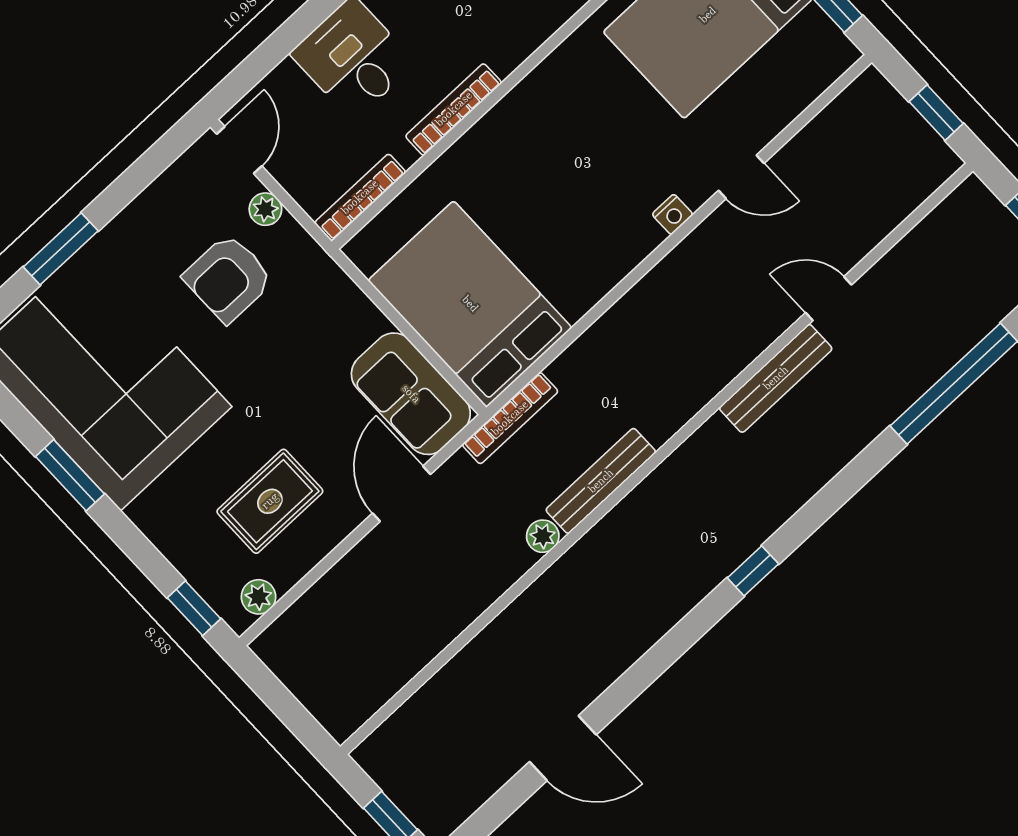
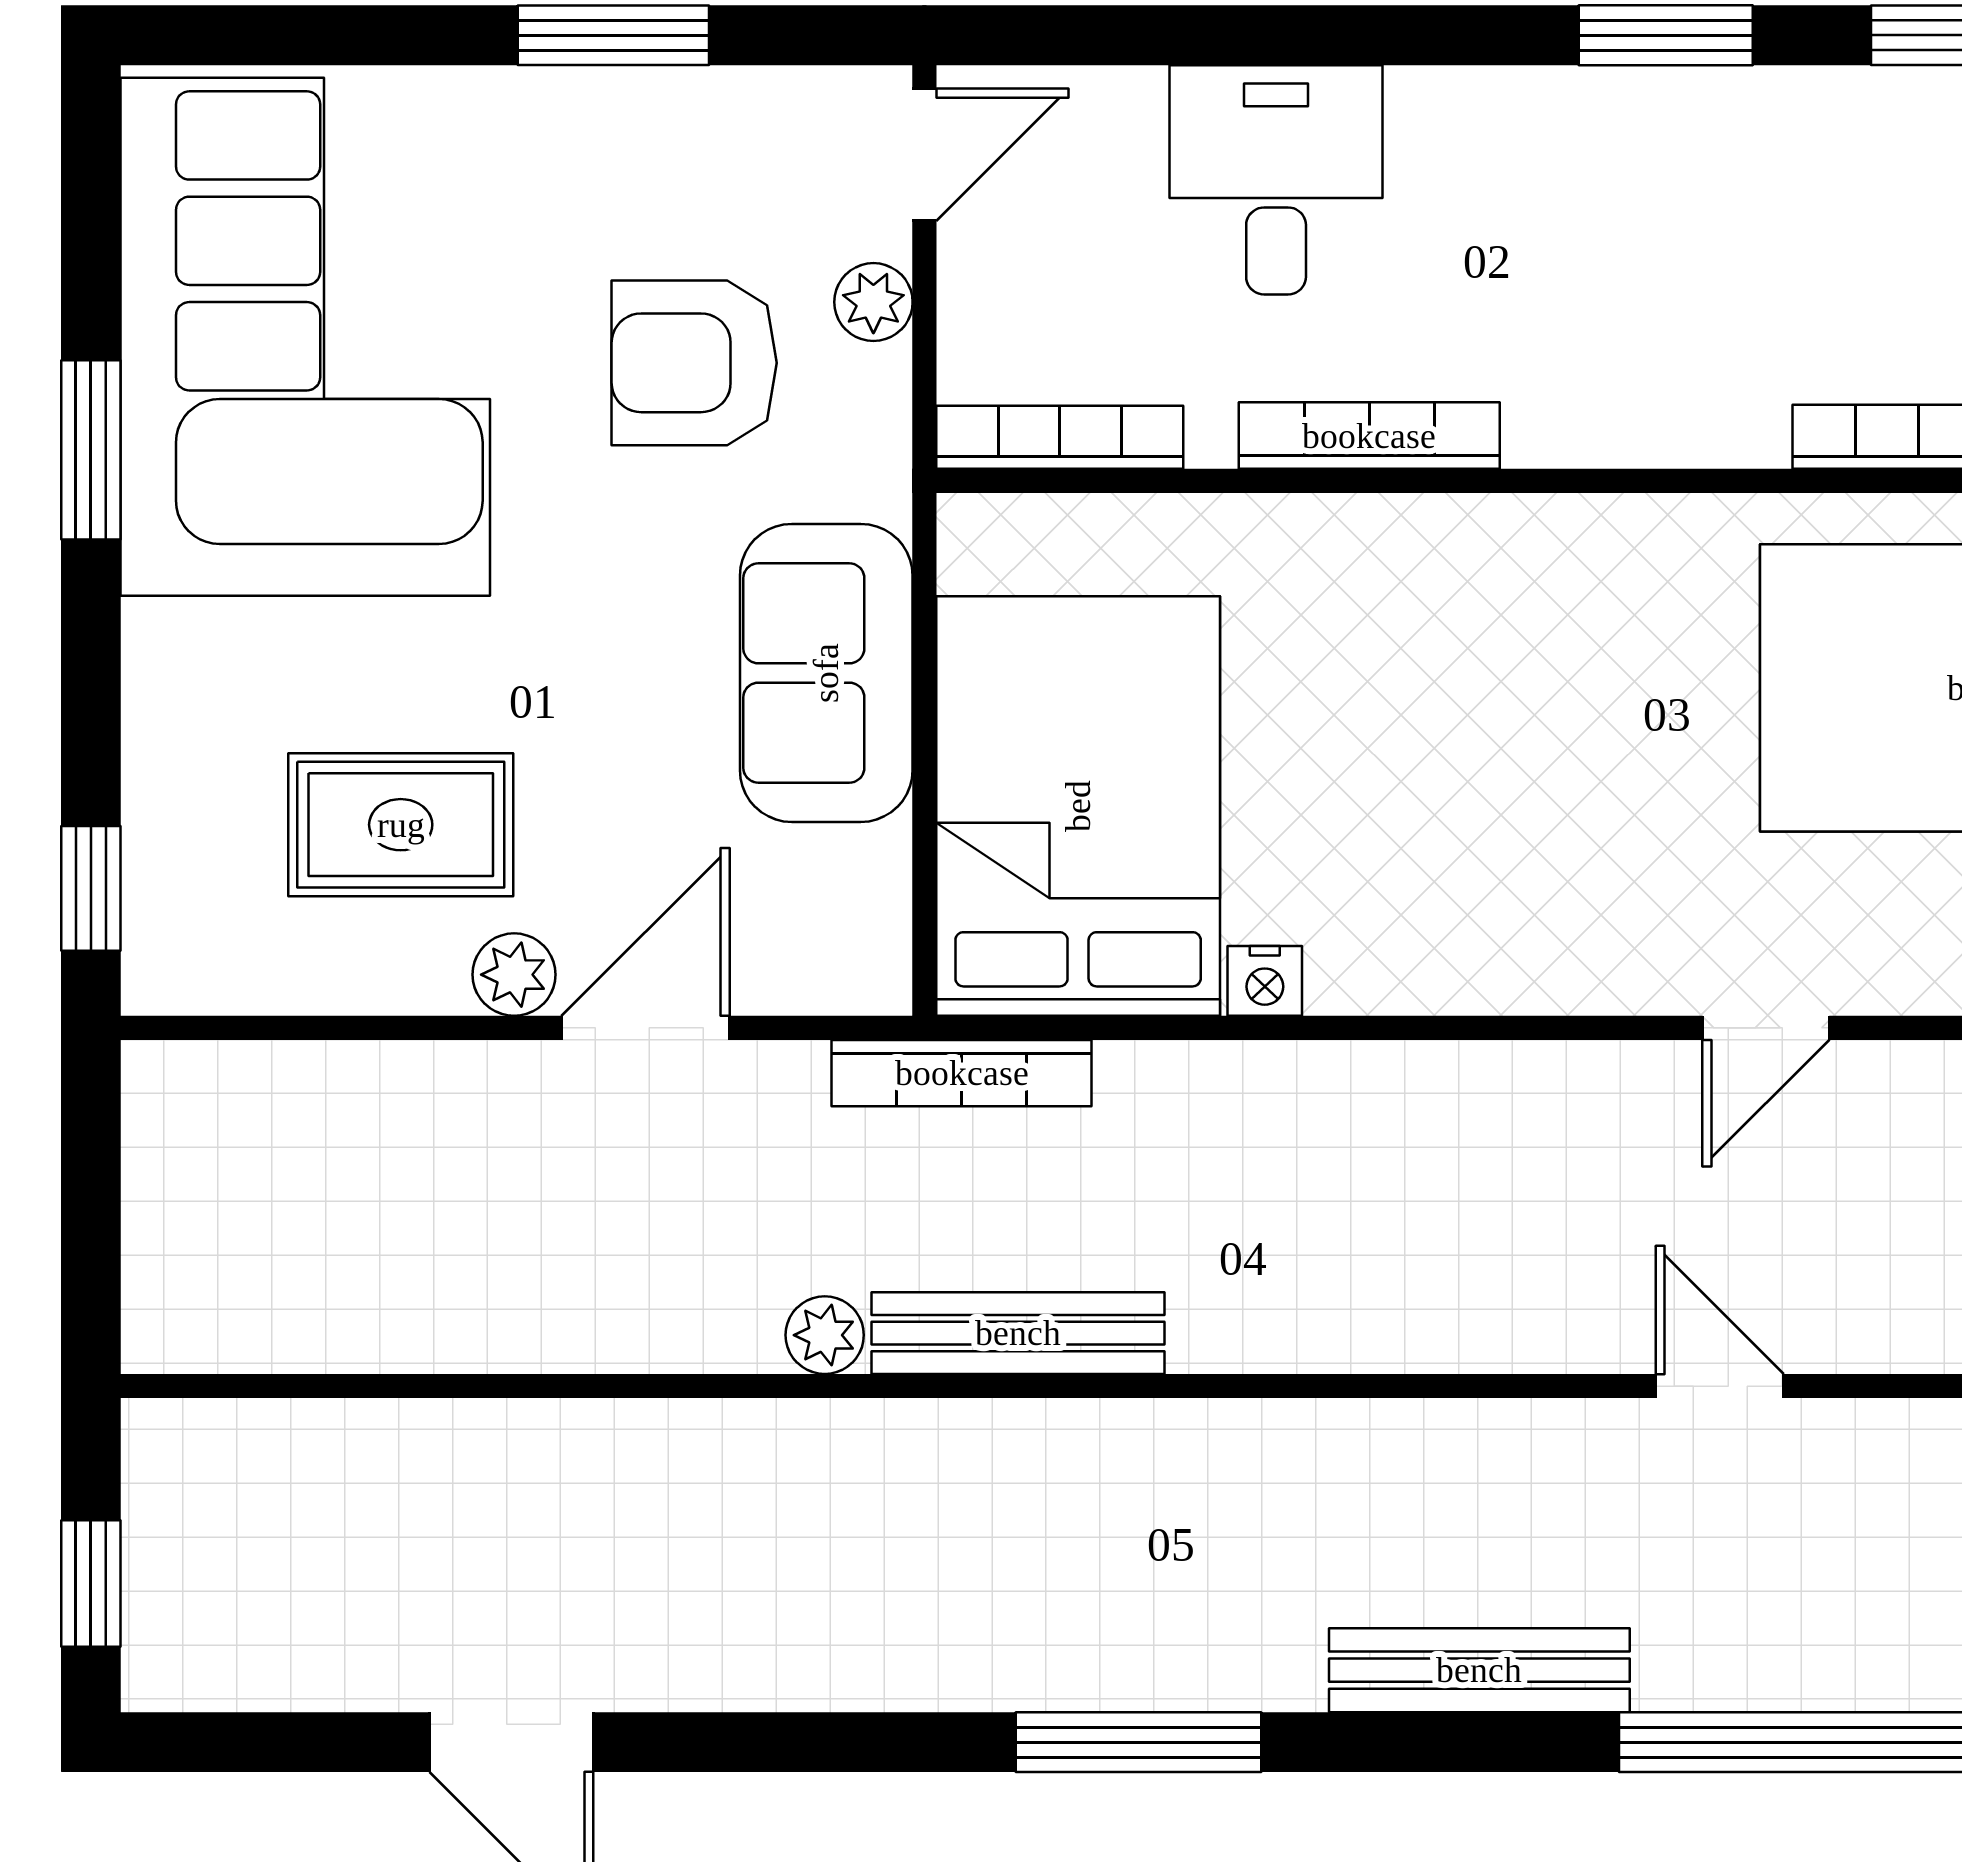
door: (741, 177) -> (1766, 1028), hinge flipped
nightstand: (673, 214) -> (1265, 981), moved
window: (61, 249) -> (613, 35), moved
bench: (776, 378) -> (1479, 1670), moved
sofa: (411, 394) -> (826, 673), moved
window: (753, 571) -> (1139, 1742), width x2.17
plant: (258, 597) -> (514, 975), moved

